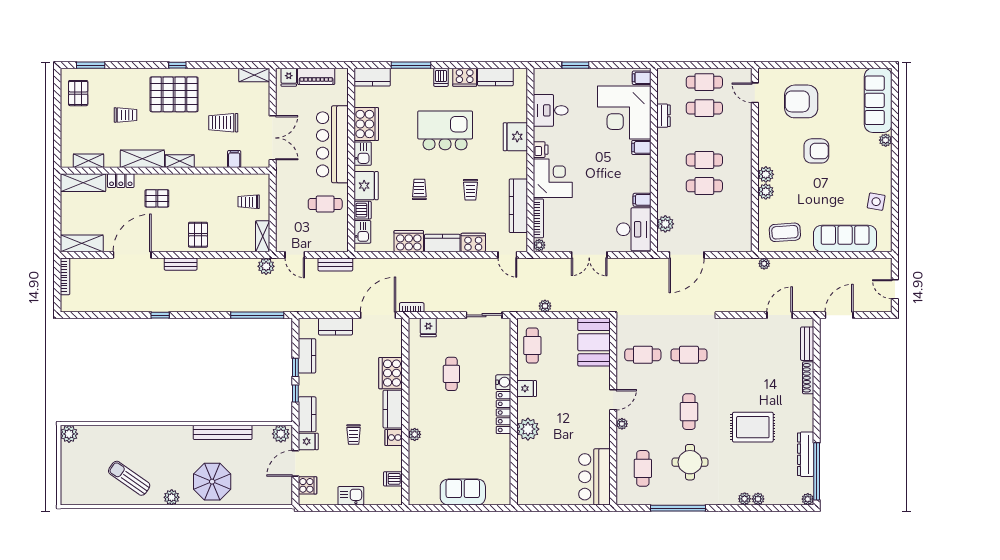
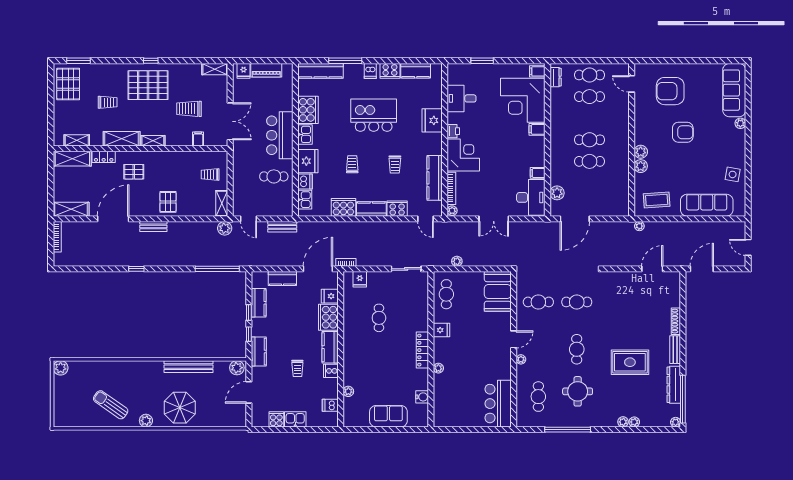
kitchen counter: (372, 77) -> (320, 71), width x1.50
pallet: (78, 93) -> (68, 84), width x1.50, depth x1.42
dresser: (663, 116) -> (556, 77), moved
bar counter: (332, 144) -> (280, 135), width x0.73
bench: (807, 344) -> (675, 350), moved
water cooler: (503, 382) -> (422, 397), moved
plant: (528, 429) -> (438, 368), width x0.53, depth x0.53
plant: (415, 434) -> (348, 391), moved
fridge: (308, 441) -> (330, 296), moved, turned 180
cooker: (307, 485) -> (276, 419), moved, turned -90

